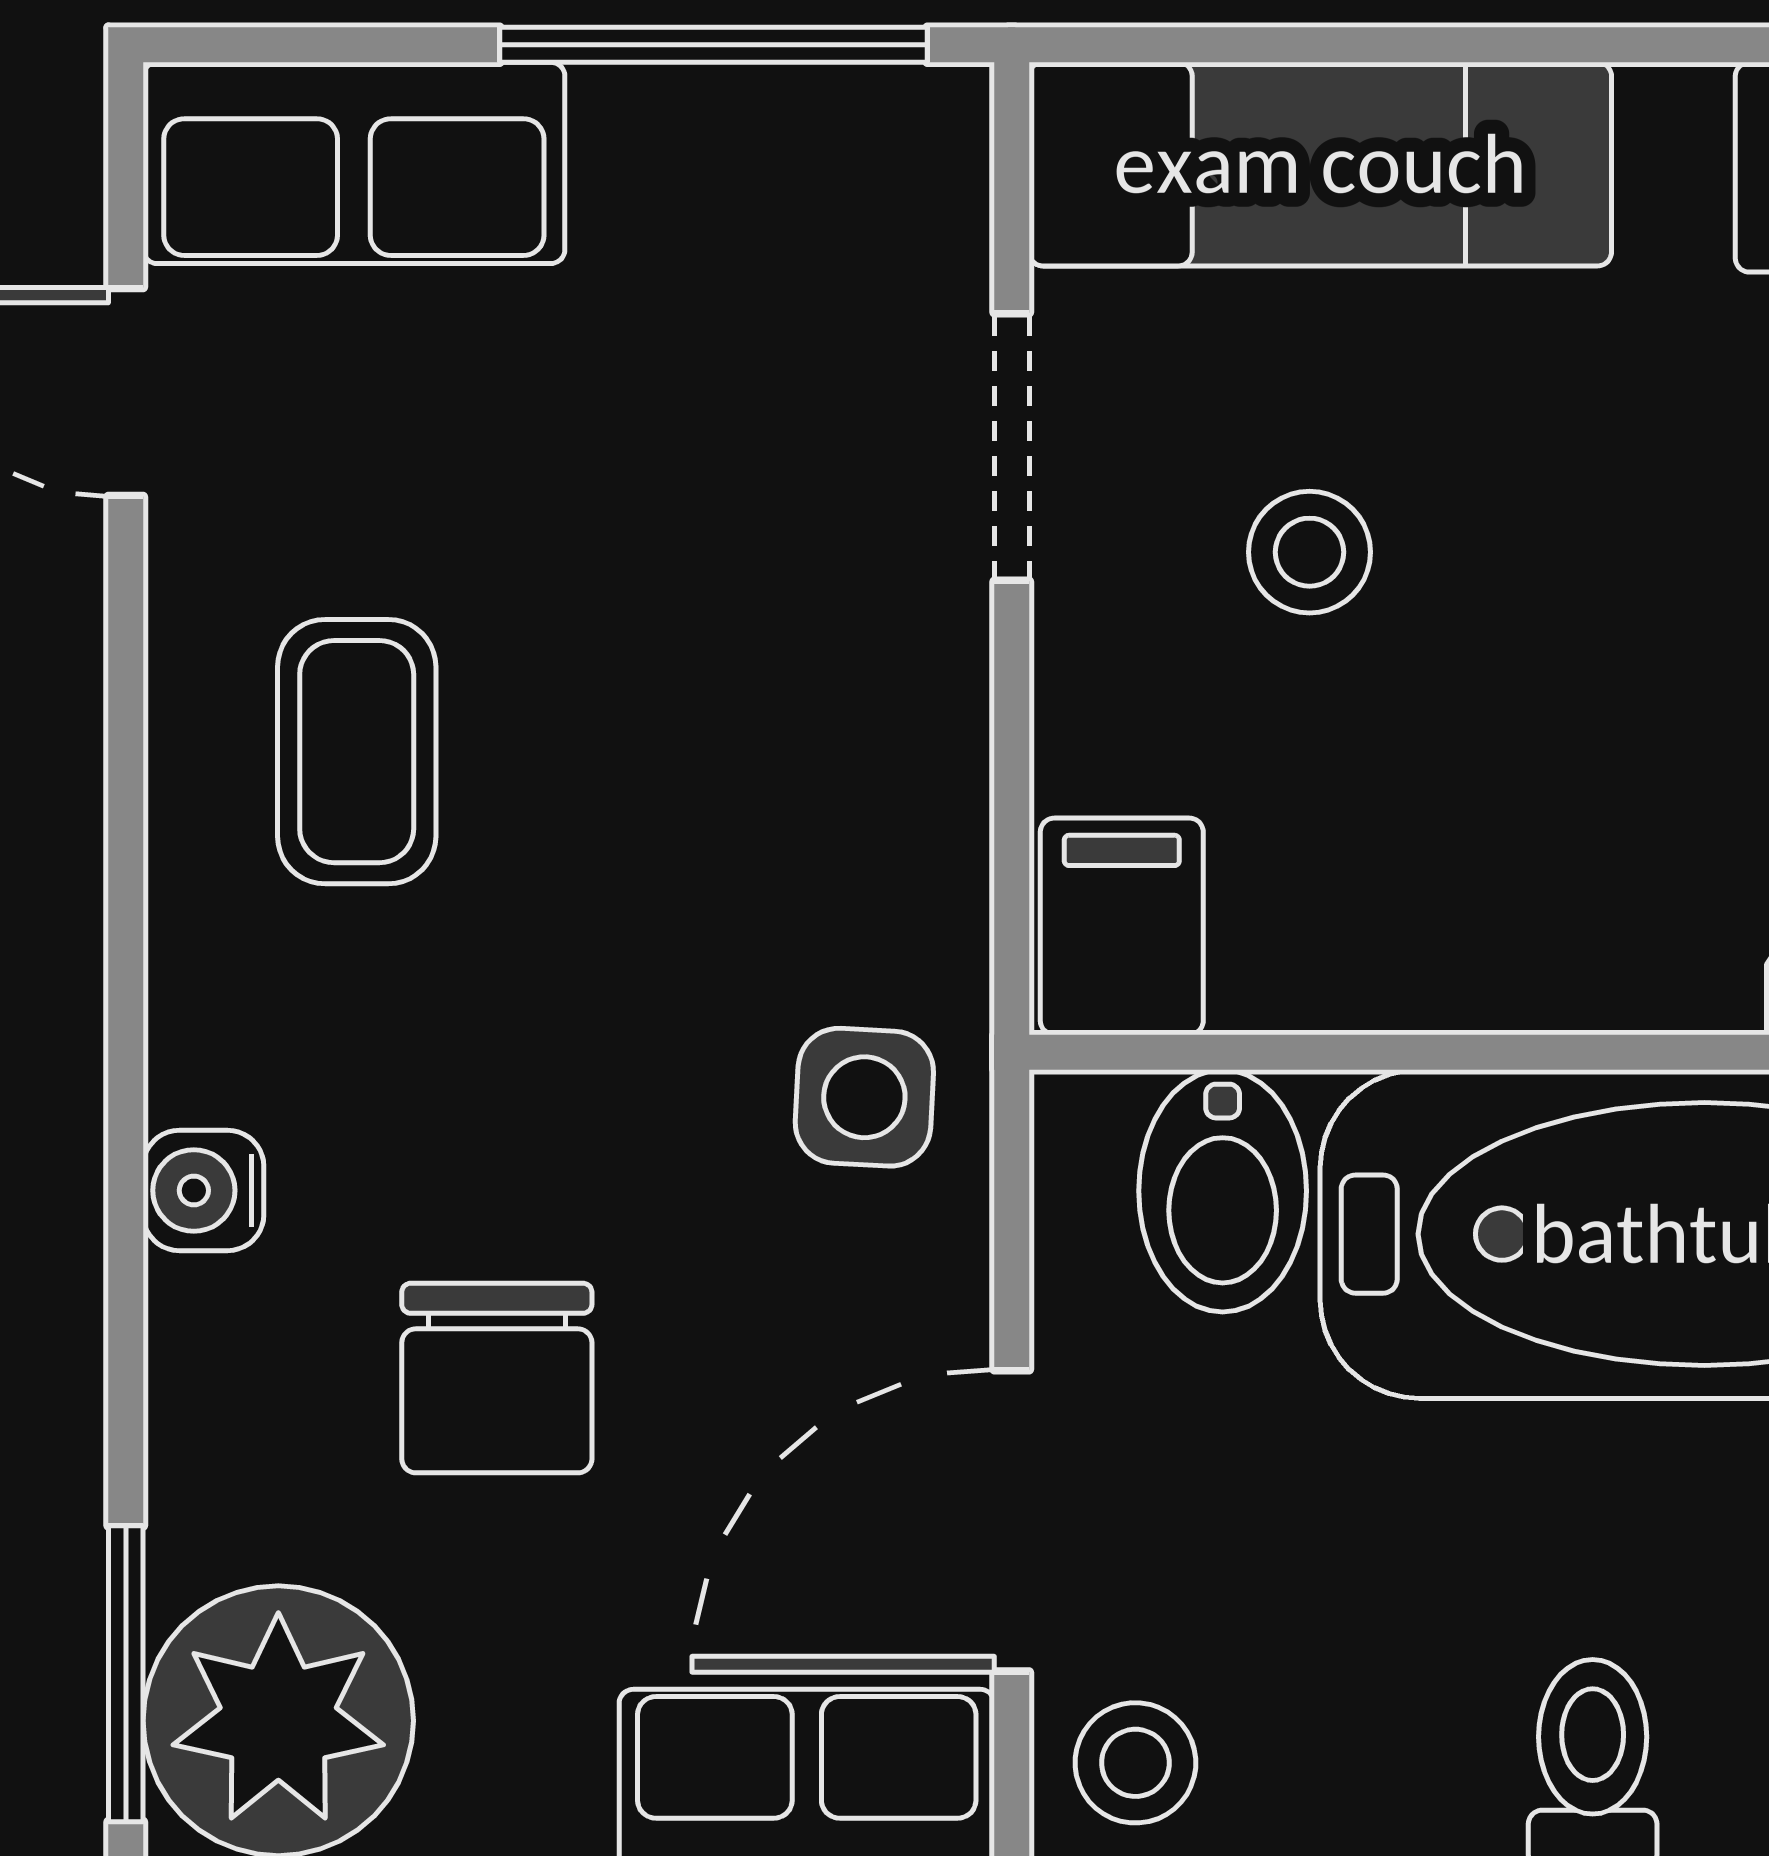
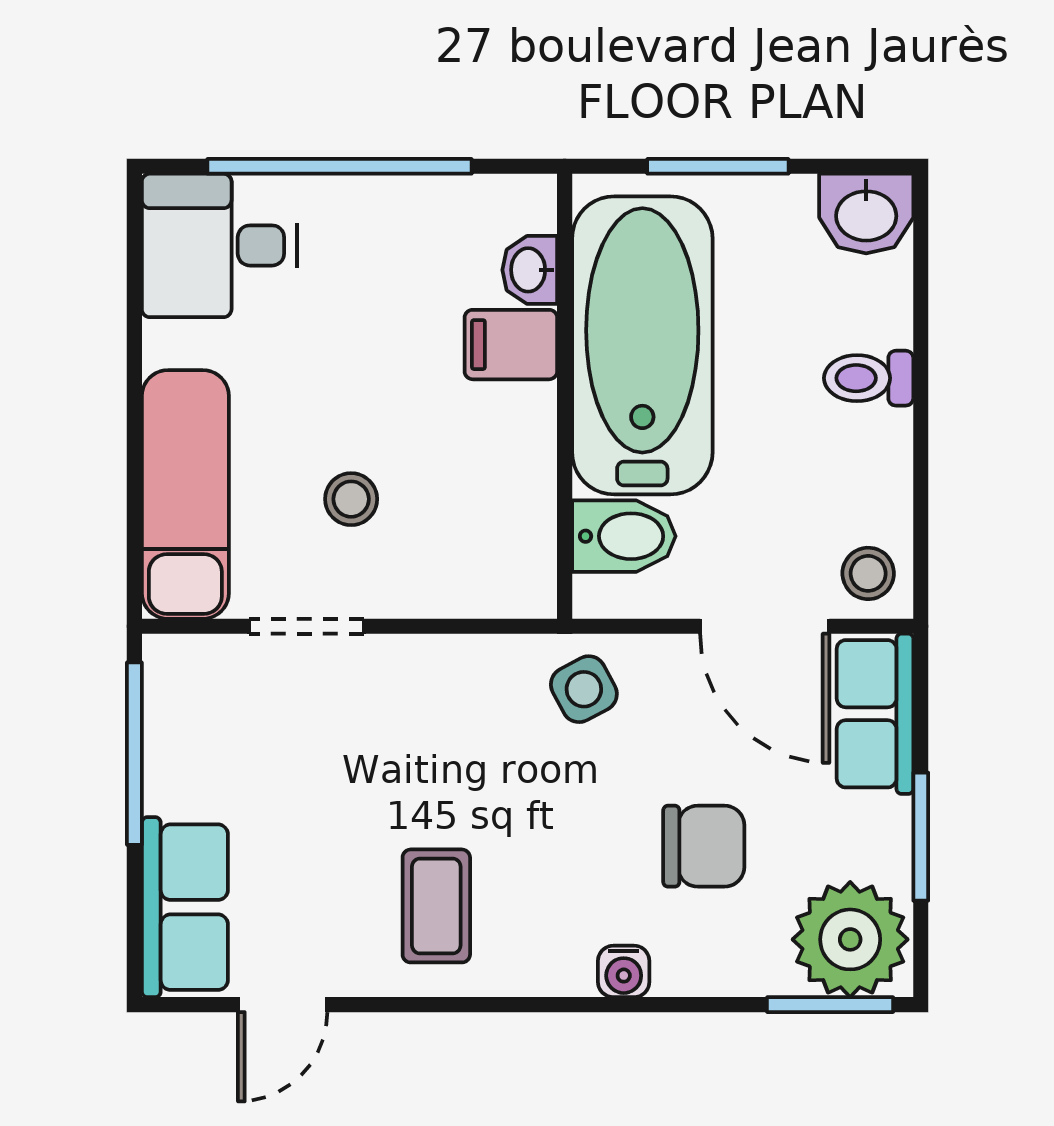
coffee table: (357, 752) -> (436, 906), turned 90
filing cabinet: (1122, 926) -> (511, 345), moved
side table: (864, 1097) -> (584, 689), turned -31

